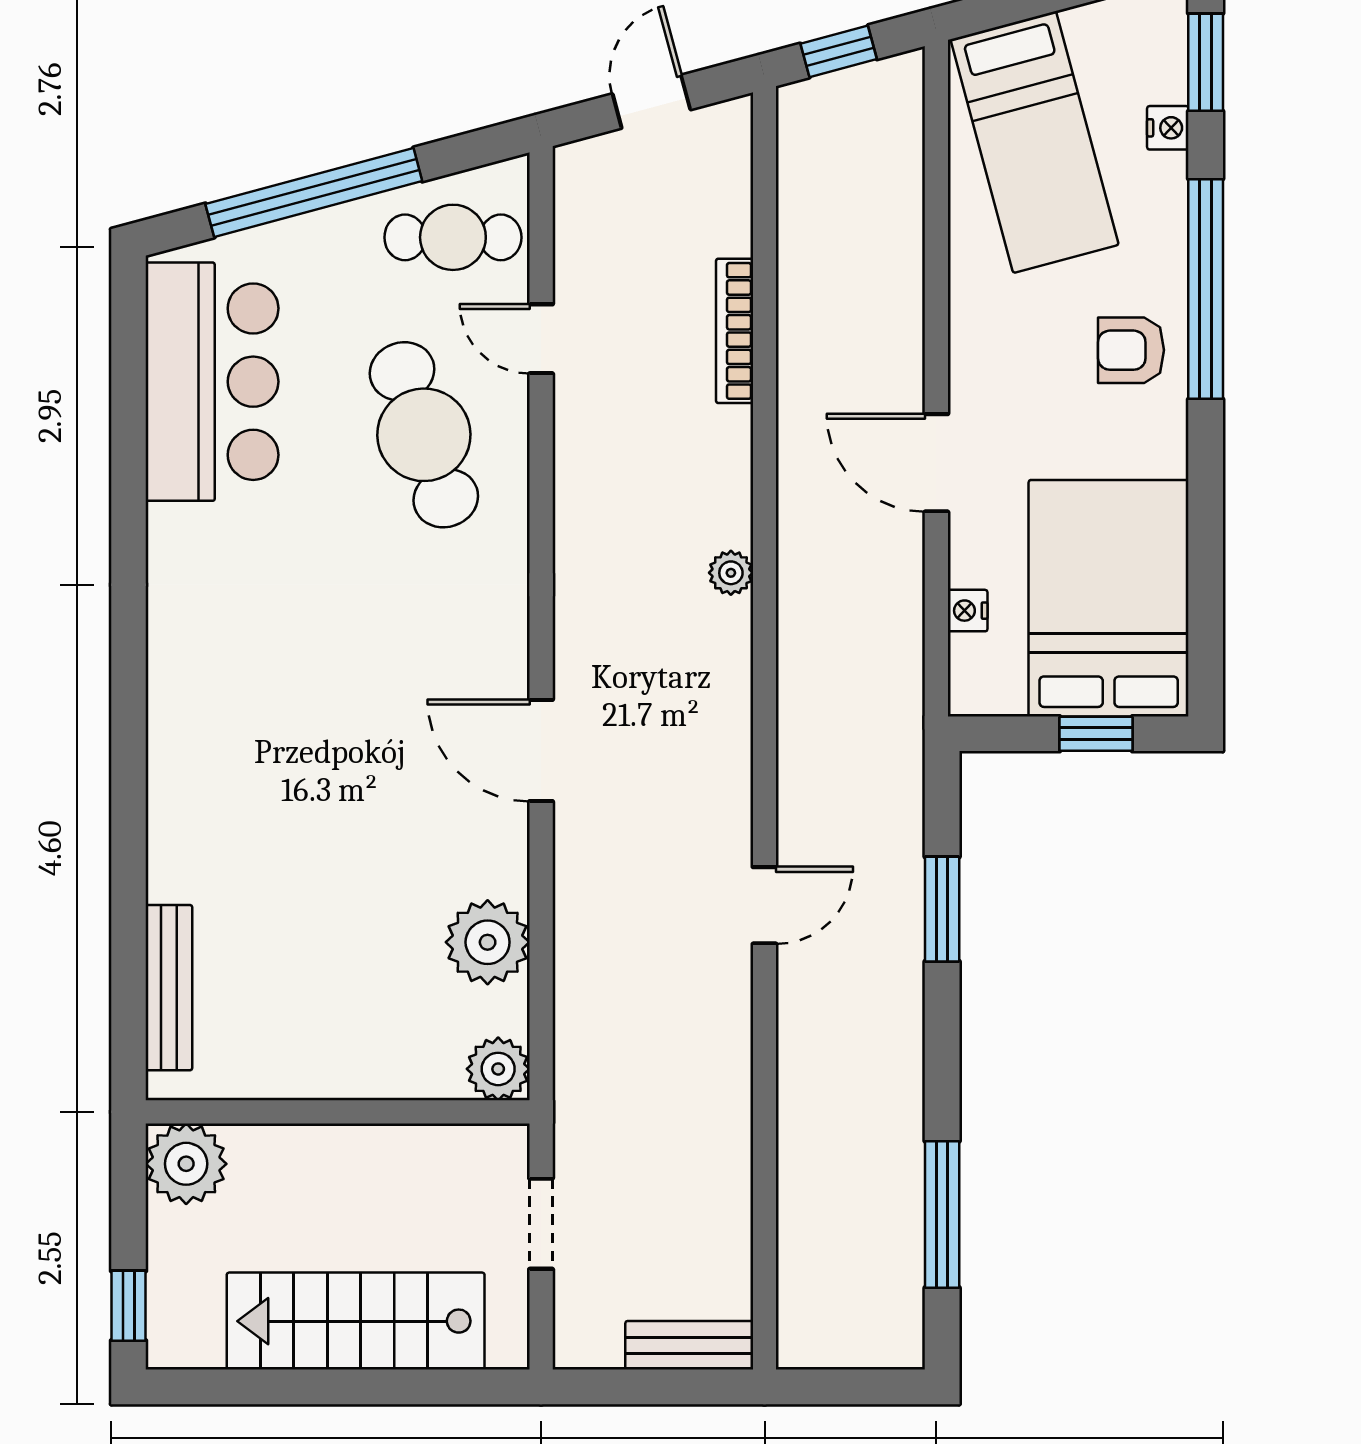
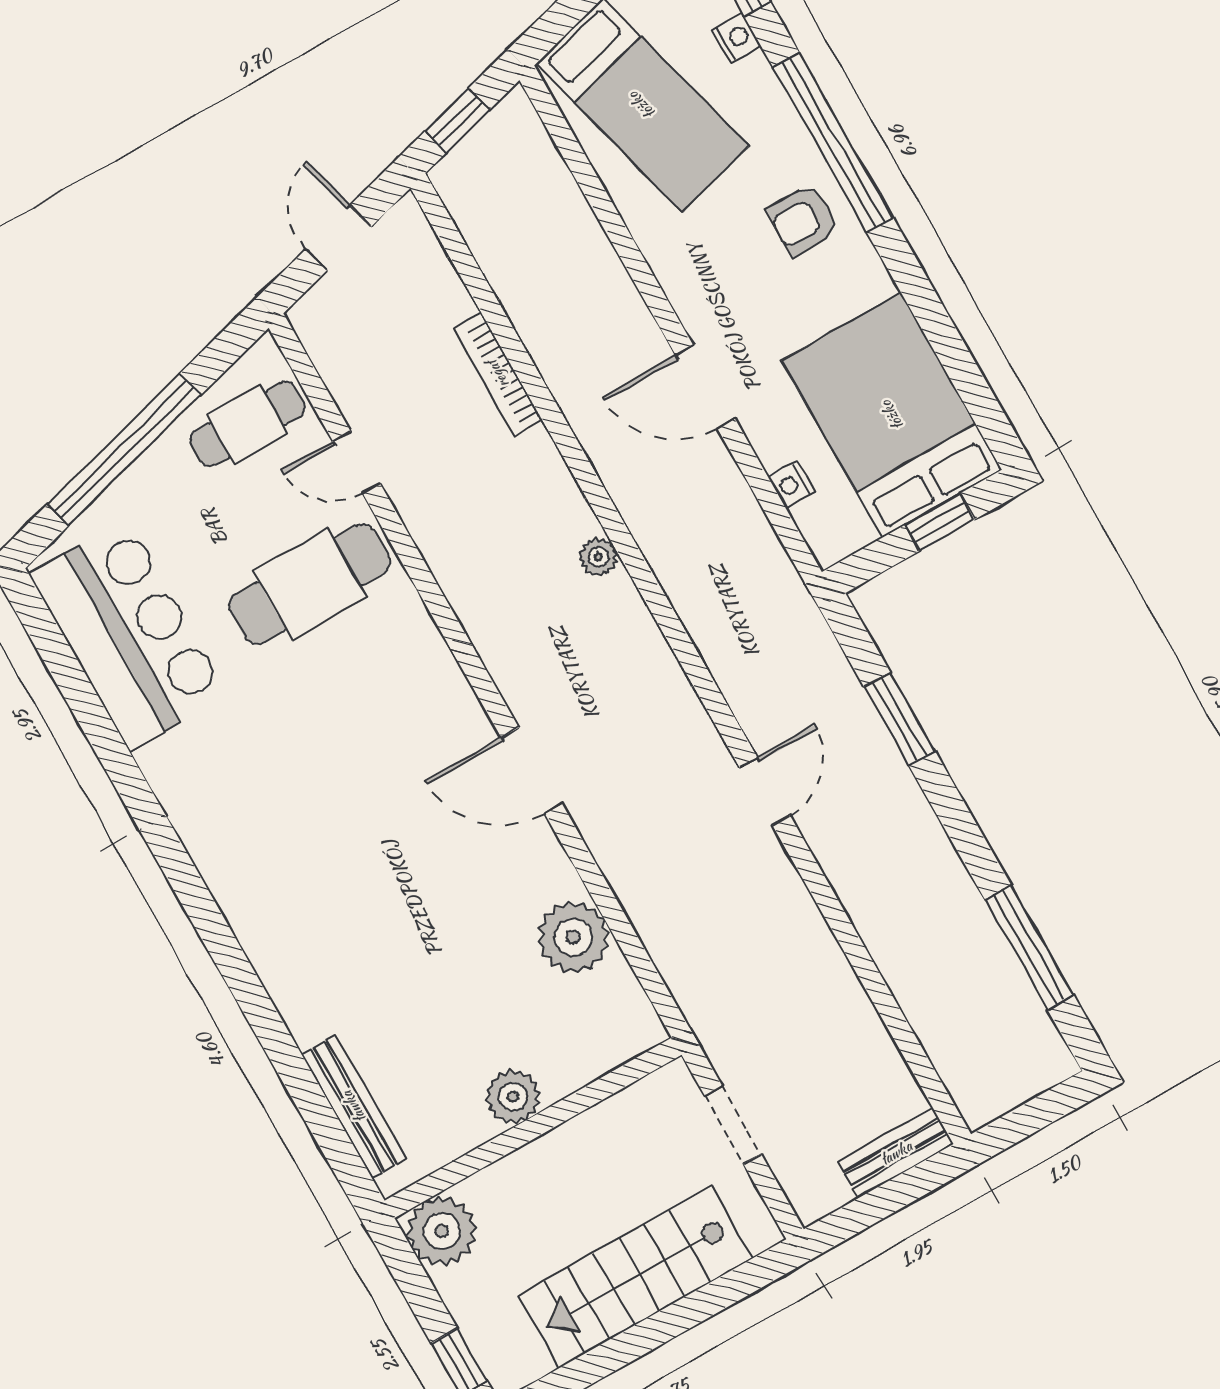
cafe table: (424, 435) -> (310, 584), turned -71
plant: (498, 1069) -> (513, 1097), moved

